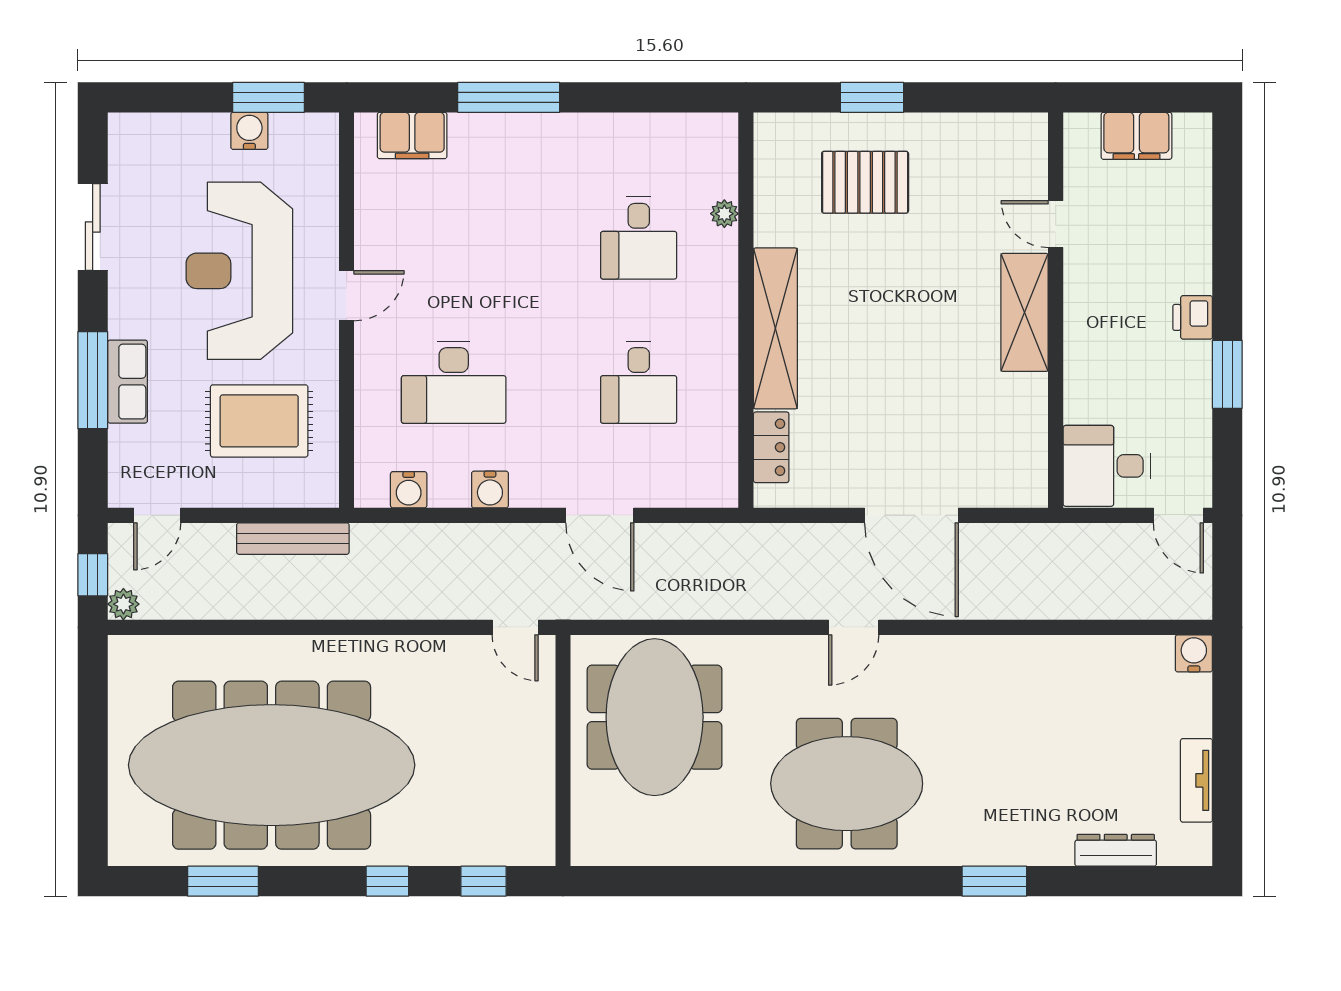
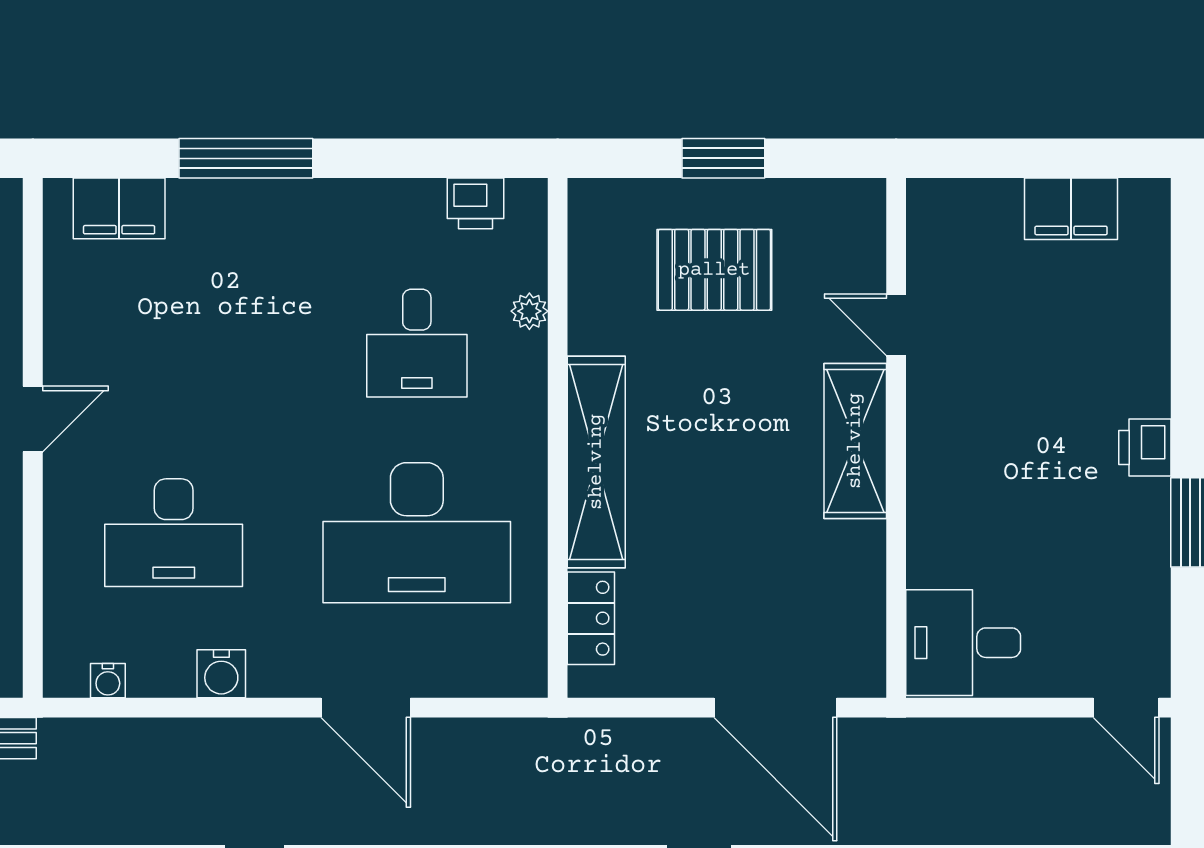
printer: (683, 132) -> (475, 203), added
door: (1056, 224) -> (896, 325), moved
wall: (1056, 310) -> (896, 438), moved
shelving: (1025, 312) -> (855, 441), moved
desk: (639, 382) -> (417, 533), width x1.87, depth x1.30
desk: (1107, 466) -> (963, 643), moved
water cooler: (409, 490) -> (108, 681), width x0.72, depth x0.72

